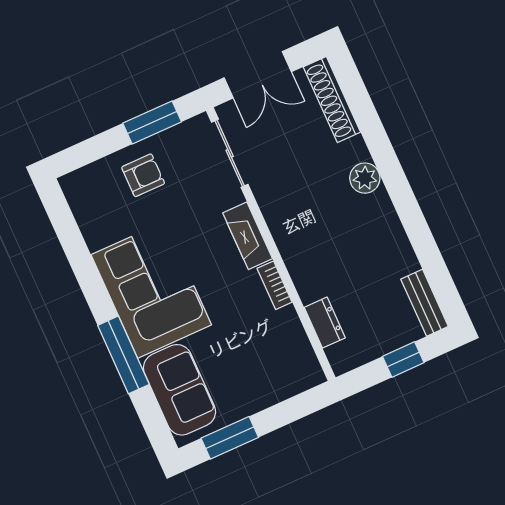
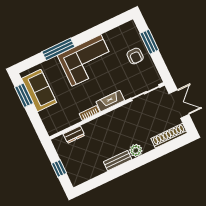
double door: (258, 75) -> (179, 104), swing flipped
window: (152, 122) -> (149, 42), moved
bench: (425, 303) -> (118, 161), moved
sofa: (179, 390) -> (39, 90), moved, turned -90

